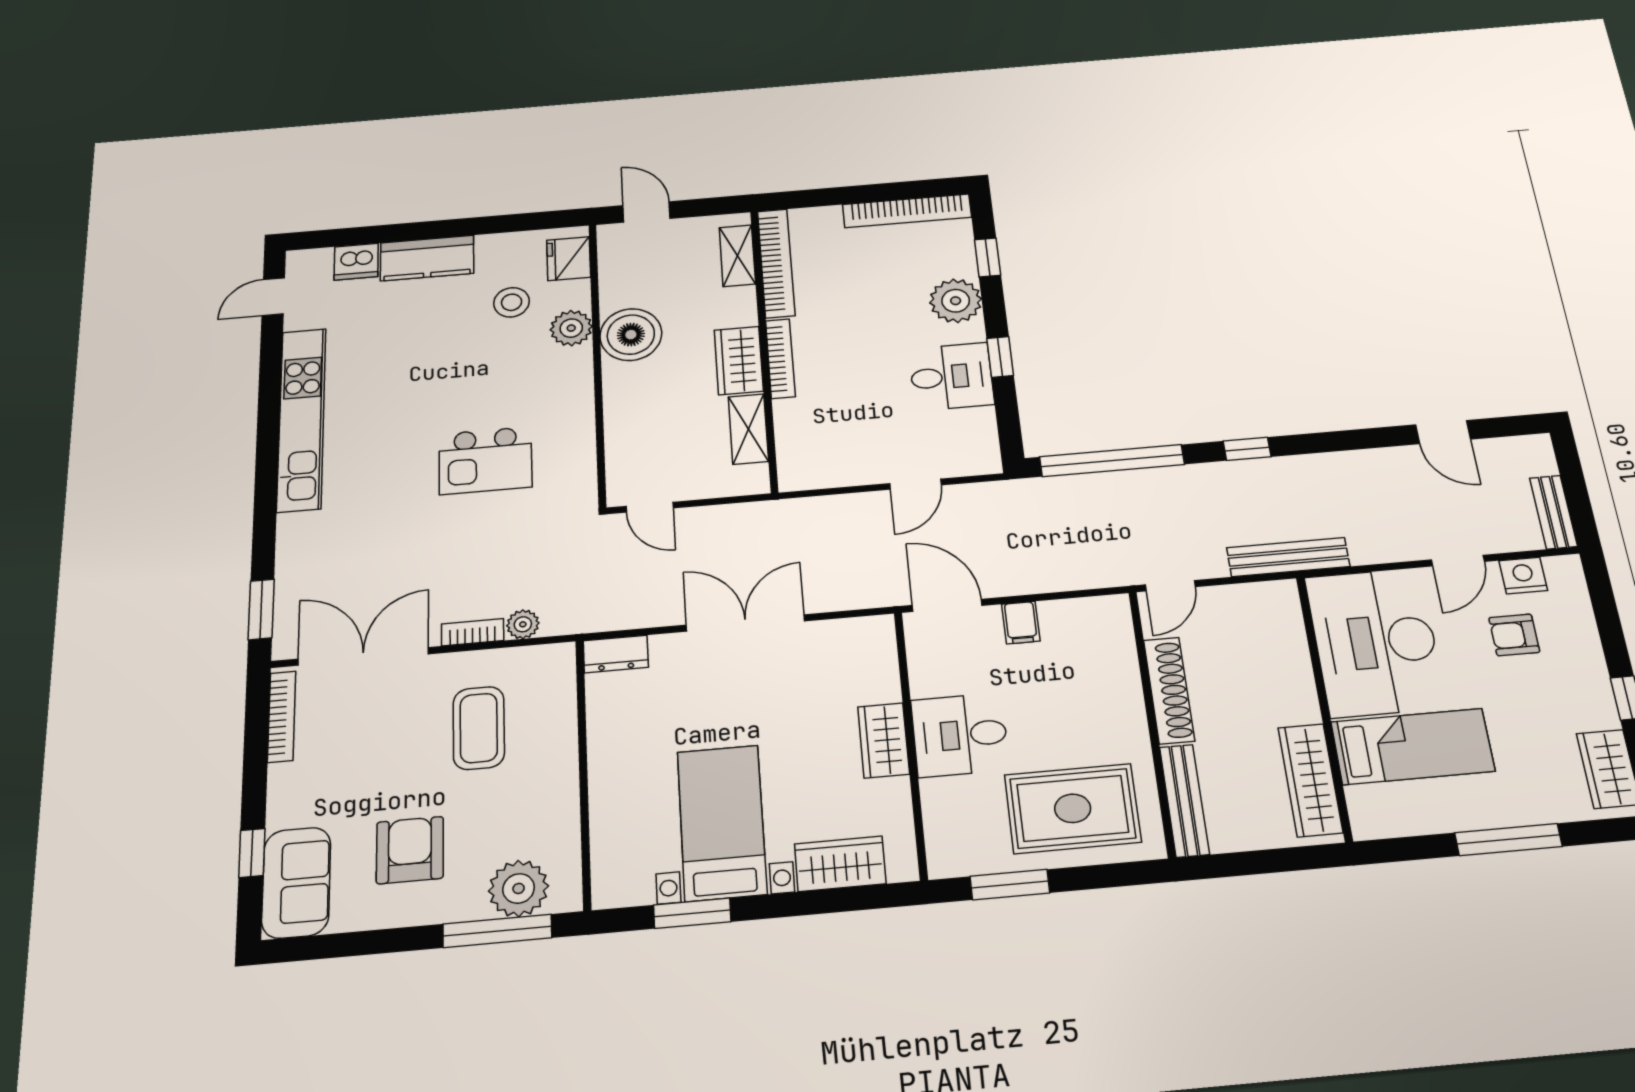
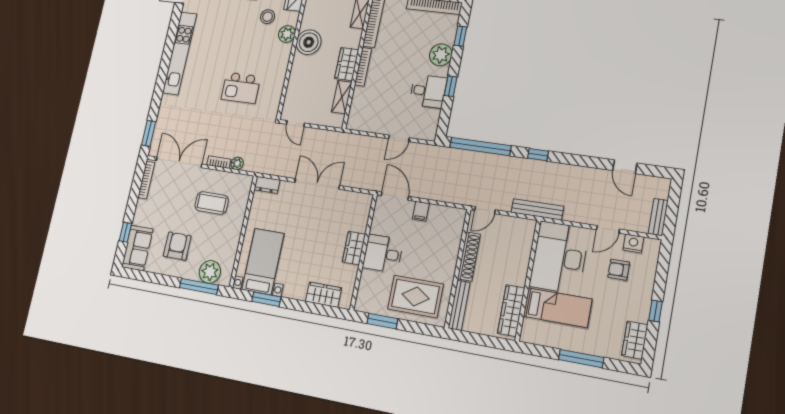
coffee table: (479, 728) -> (212, 203), turned 90
bed with nightstands: (722, 822) -> (263, 262), moved

